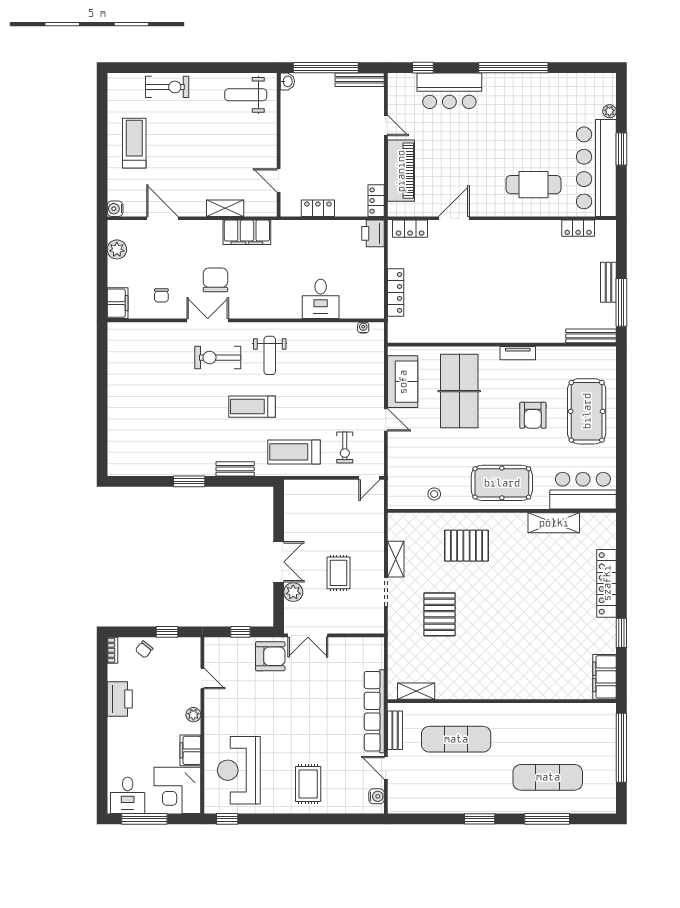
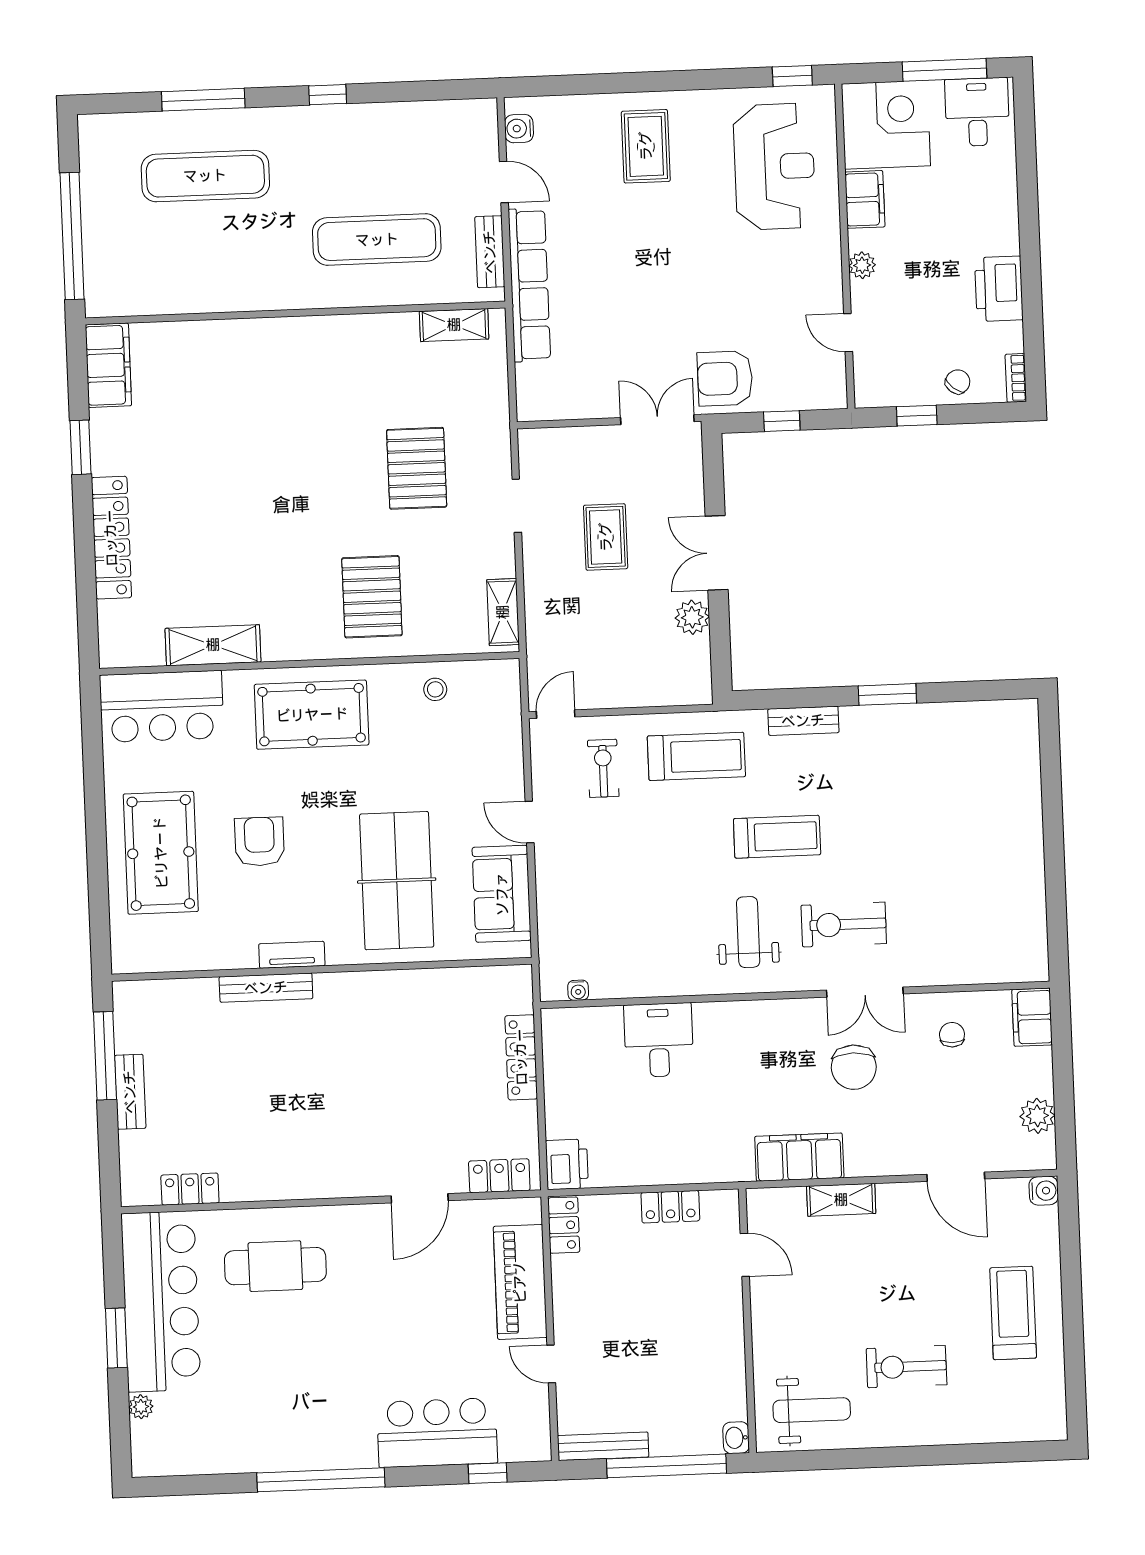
exercise bike: (167, 87) -> (906, 1367), moved
treadmill: (134, 143) -> (1013, 1313), turned 180
bench: (591, 336) -> (266, 988), moved
exercise bike: (218, 358) -> (844, 924), turned 180
pallet: (466, 546) -> (372, 597), turned 90
shelving: (396, 559) -> (503, 612), moved
plant: (293, 592) -> (692, 617), moved
window: (480, 819) -> (328, 95), width x0.67

